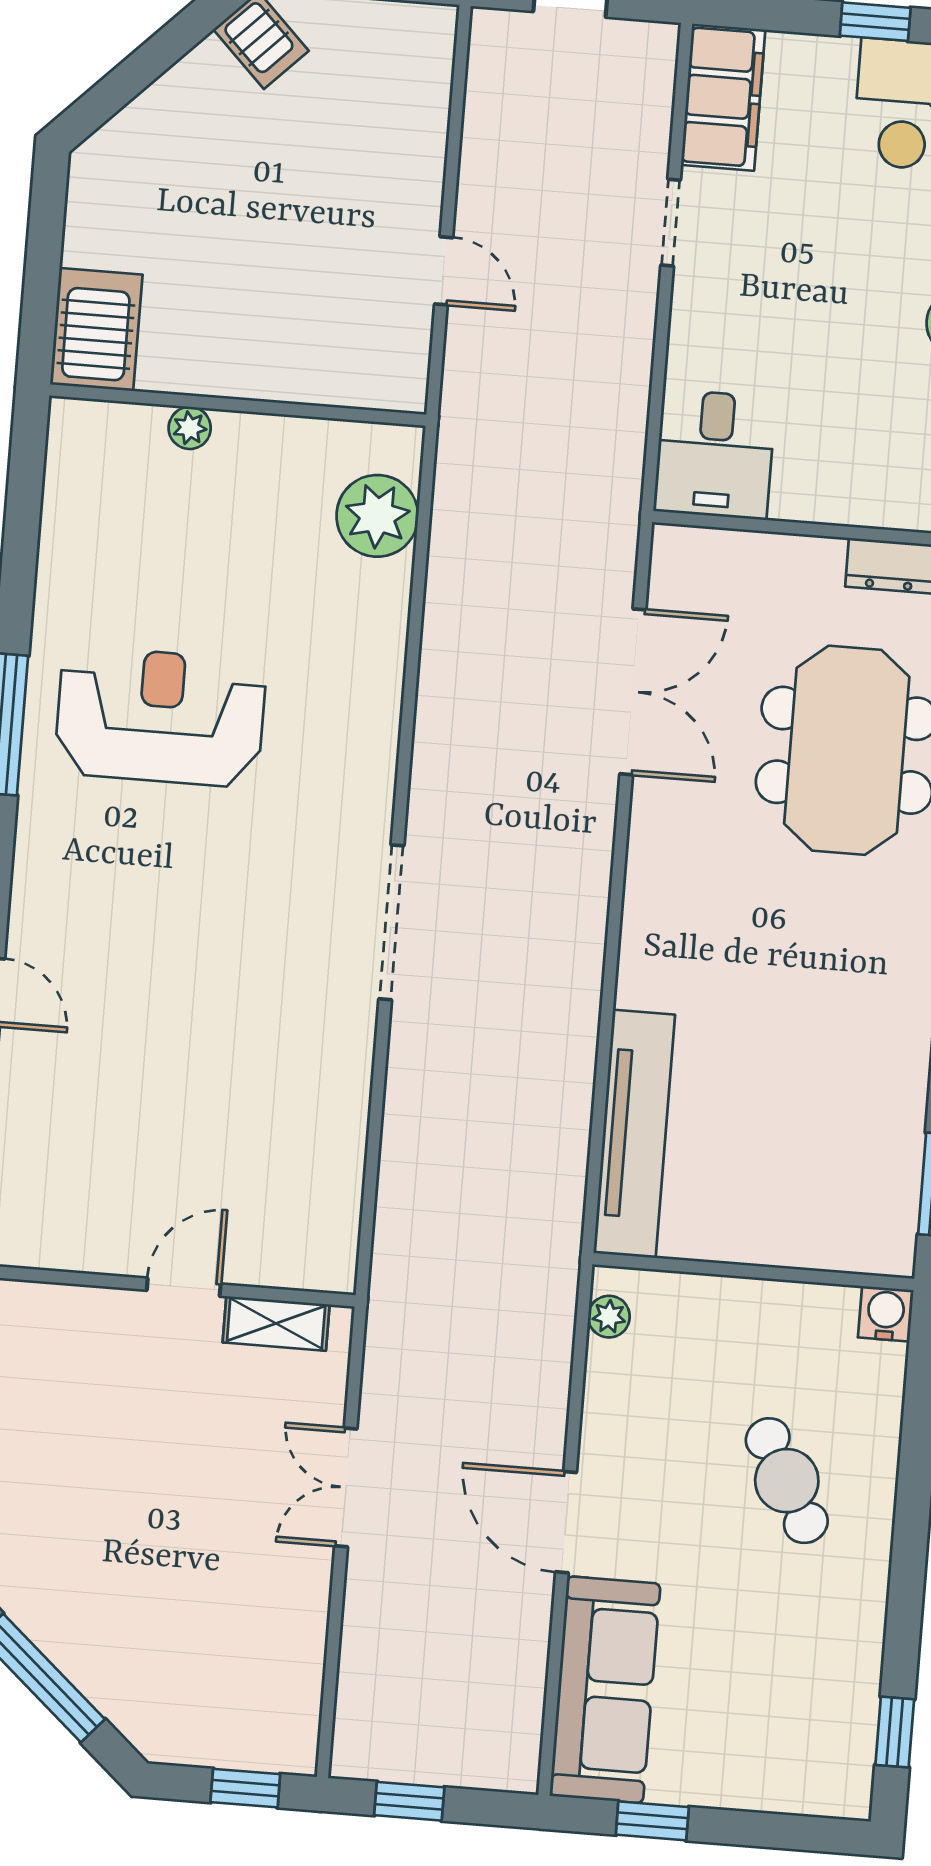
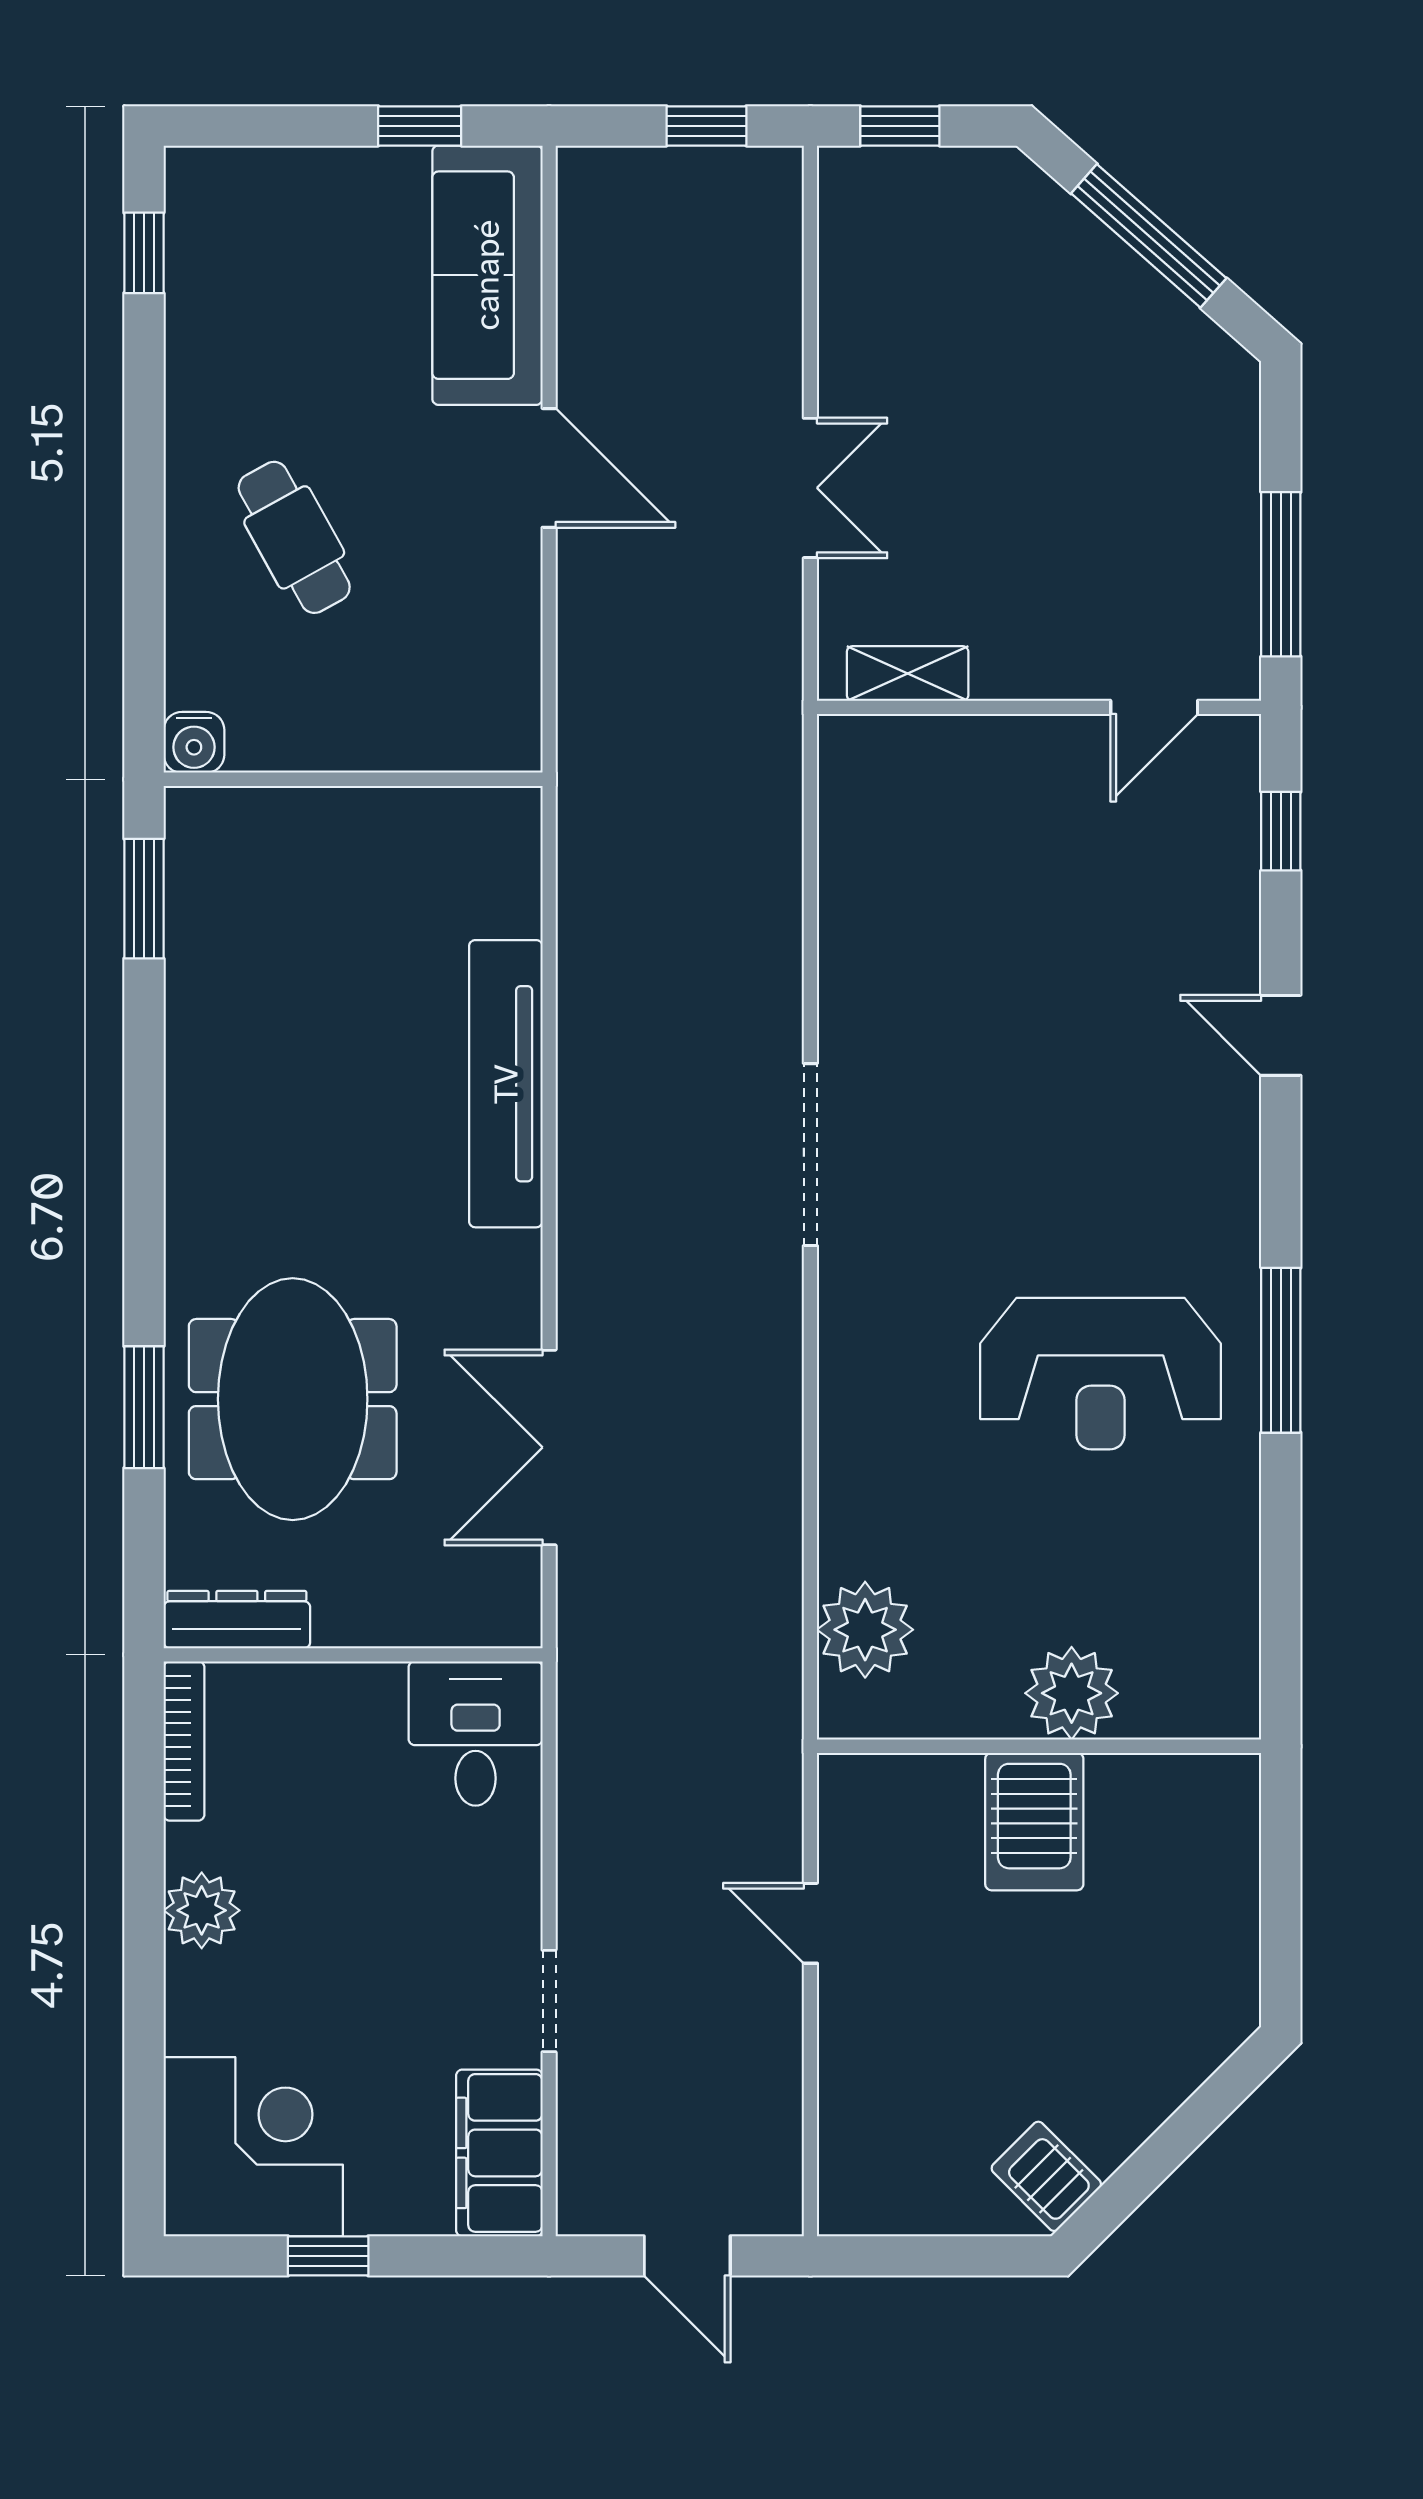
server rack: (96, 330) -> (1034, 1822), moved
plant: (190, 428) -> (1072, 1693), width x1.88, depth x1.88
tv unit: (634, 1134) -> (506, 1084), moved
door: (184, 1287) -> (1154, 707), moved
plant: (609, 1317) -> (518, 713), removed

